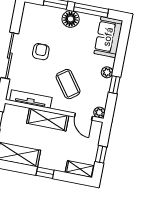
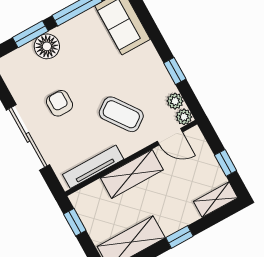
floor lamp: (71, 19) -> (47, 46), moved
plant: (107, 72) -> (175, 101), moved

